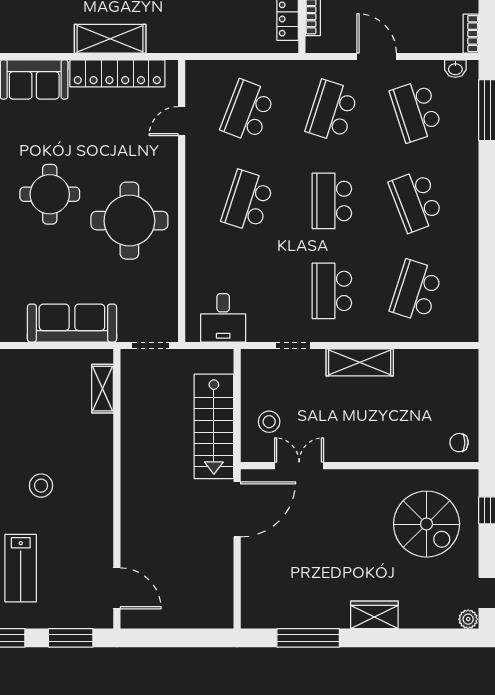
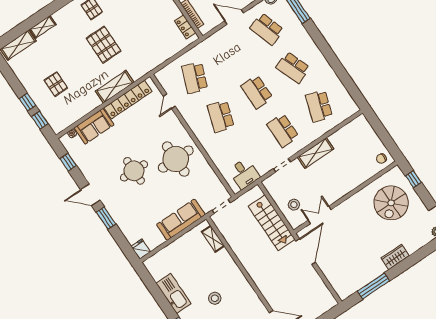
school desk: (332, 111) -> (231, 53), removed
spiral stairs: (427, 524) -> (391, 203), turned 90

